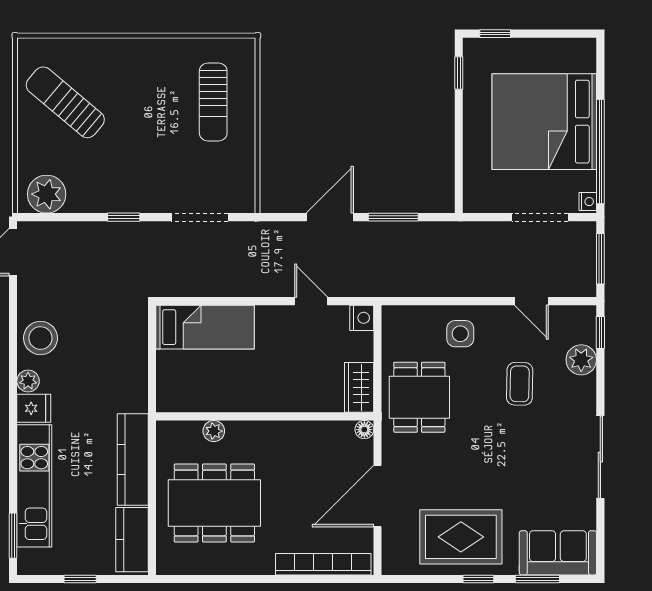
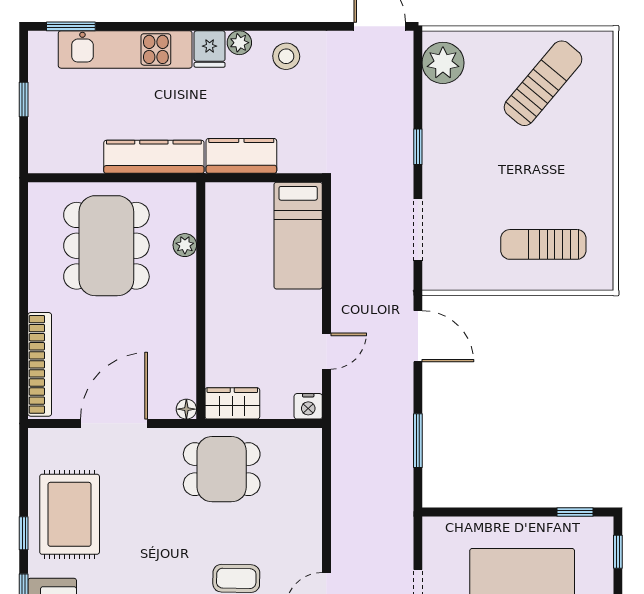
door: (330, 217) -> (418, 336), moved
side table: (460, 334) -> (291, 514), removed
stool: (40, 338) -> (286, 56), width x0.73, depth x0.73
door: (377, 496) -> (114, 423), hinge flipped
kitchen counter: (132, 540) -> (241, 156), moved

